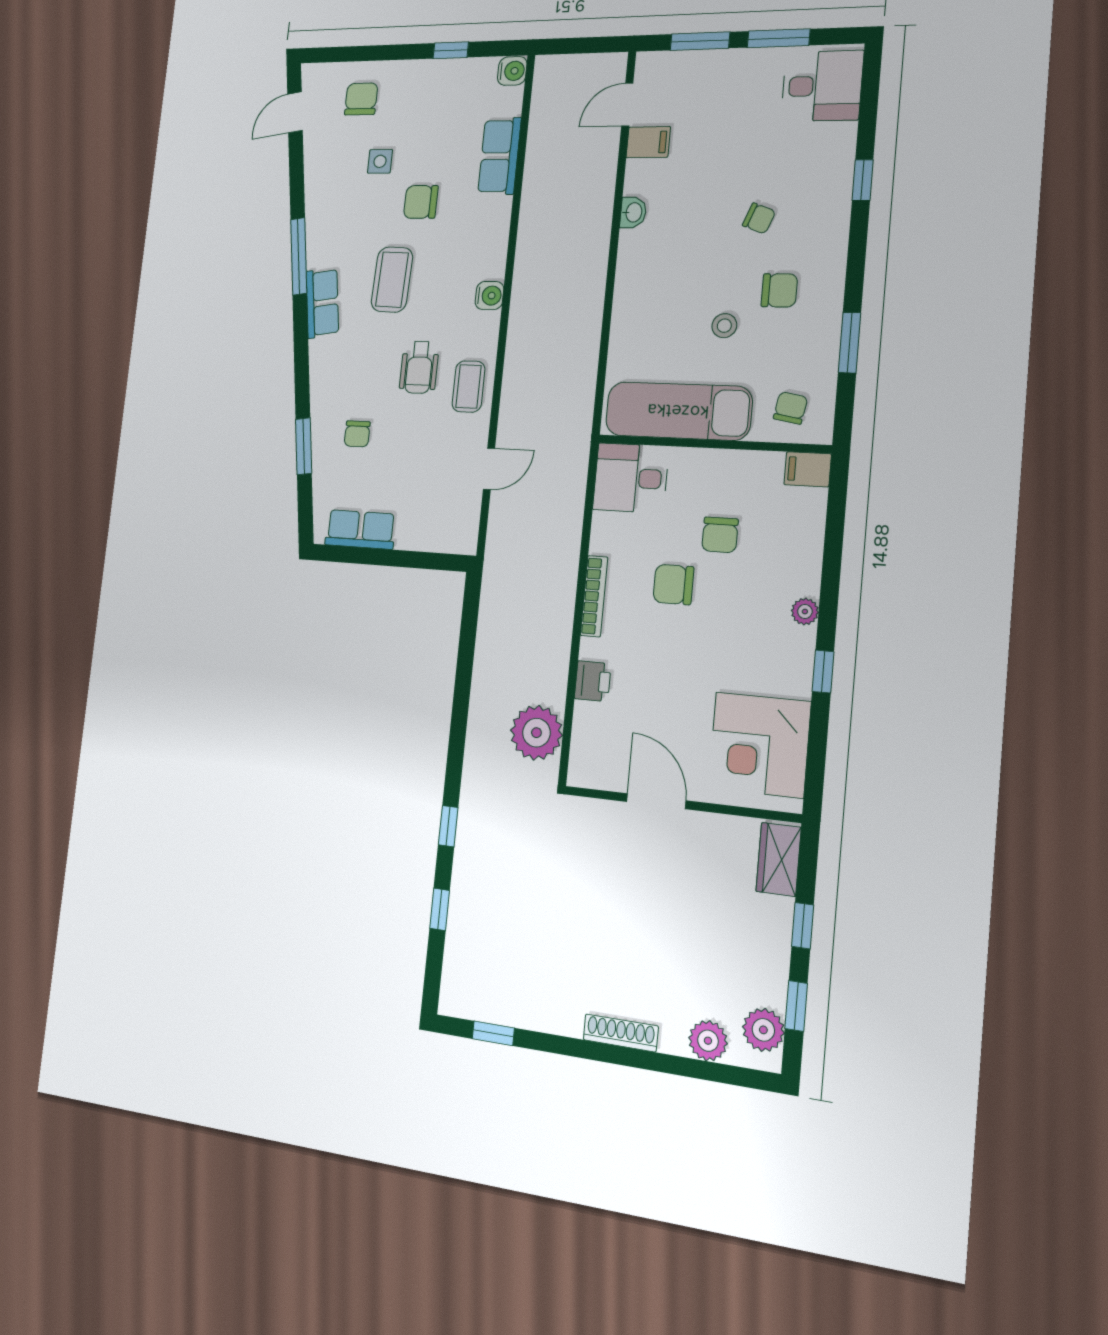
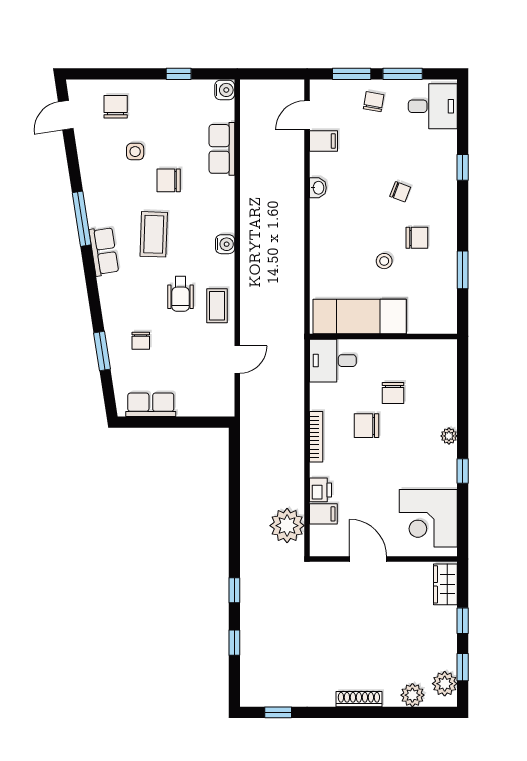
chair: (790, 408) -> (374, 102), moved
filing cabinet: (808, 469) -> (323, 514), moved, turned 180

